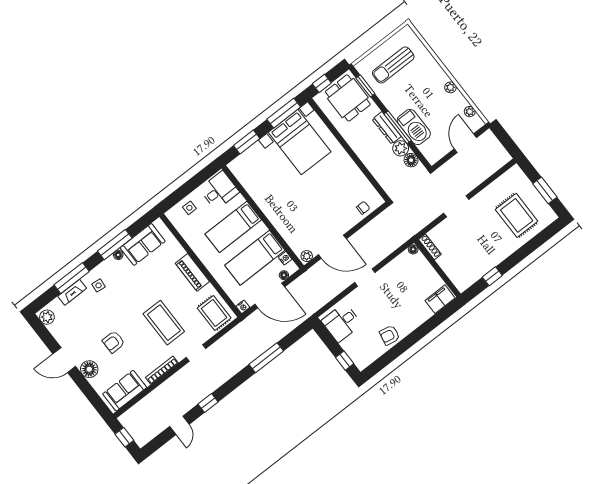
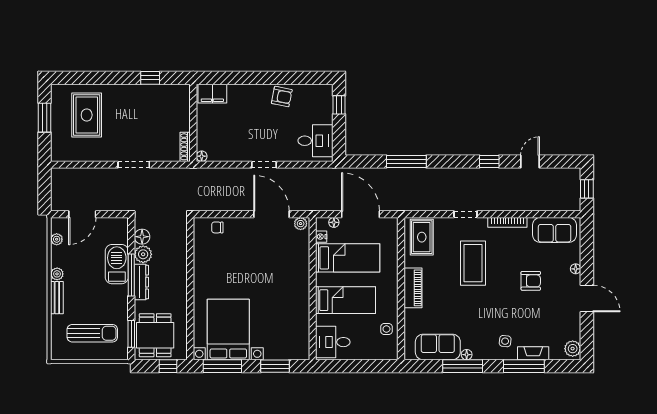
bench: (438, 71) -> (57, 298), added
side table: (189, 208) -> (386, 329), moved
nightstand: (243, 307) -> (392, 223), removed
floor lamp: (89, 369) -> (576, 269), width x0.53, depth x0.53

